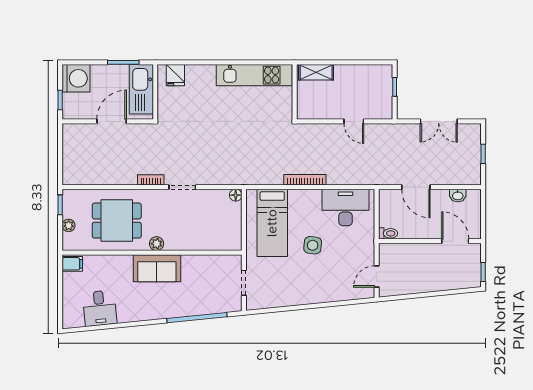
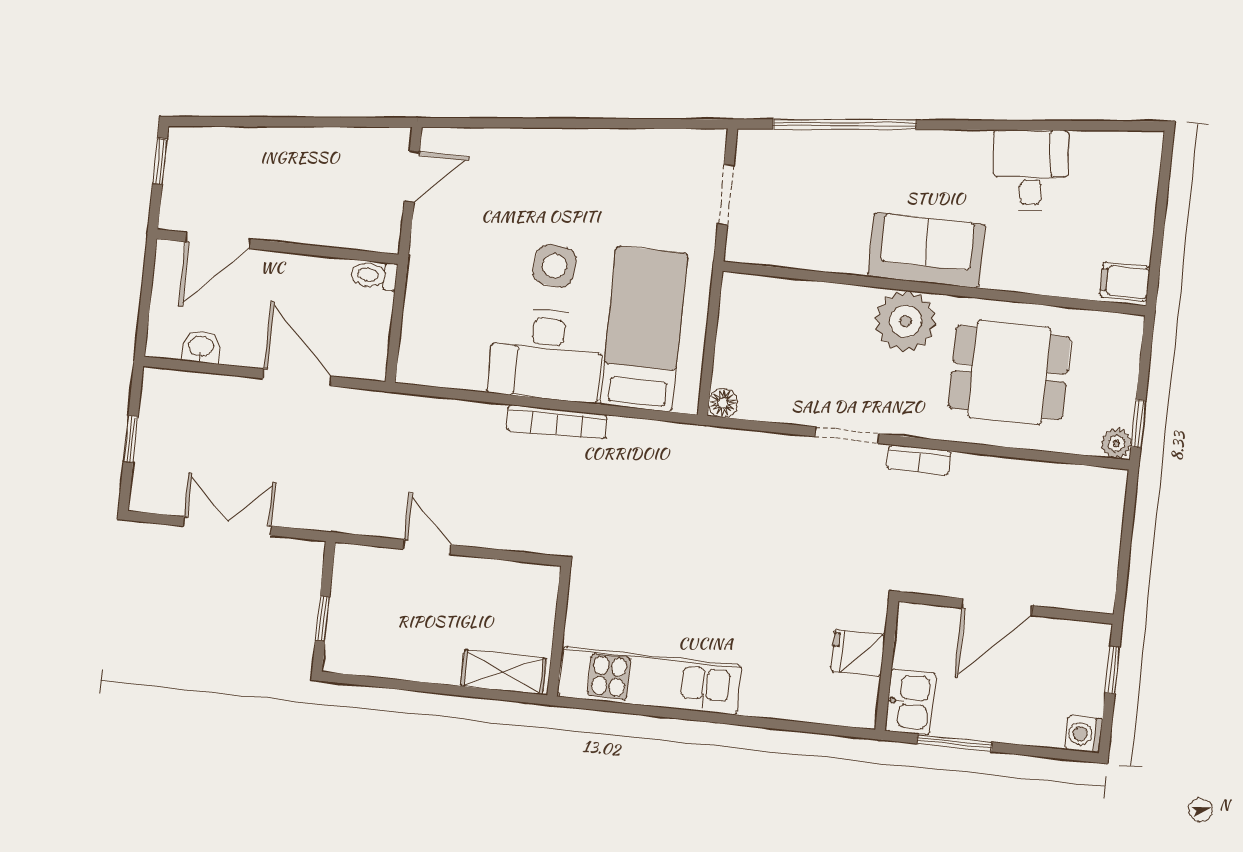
fridge: (175, 75) -> (858, 653), moved, turned -90
washing machine: (76, 78) -> (1084, 734), width x0.53, depth x0.53
kitchen sink: (141, 89) -> (911, 702), width x0.53, depth x0.81
desk: (346, 207) -> (546, 355), moved
plant: (69, 225) -> (1116, 444), moved
door: (455, 241) -> (218, 240), hinge flipped
plant: (157, 244) -> (905, 321), width x1.88, depth x1.88
desk: (100, 308) -> (1031, 170), moved

